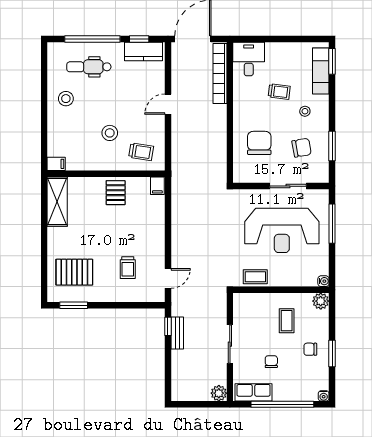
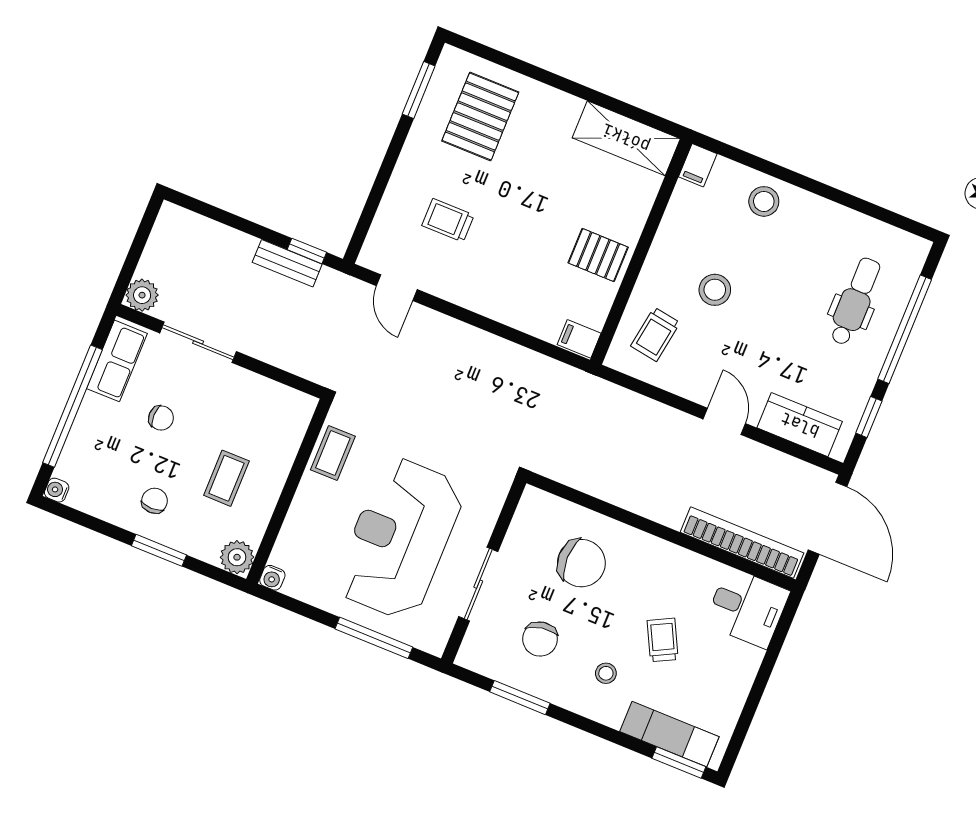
kitchen counter: (143, 52) -> (800, 425), moved, turned 90
trolley: (279, 92) -> (663, 640), turned 146
stool: (66, 99) -> (764, 201), moved
coffee table: (287, 321) -> (226, 478), turned 90
sliding door: (230, 344) -> (198, 342), moved
window: (332, 353) -> (159, 550), moved

